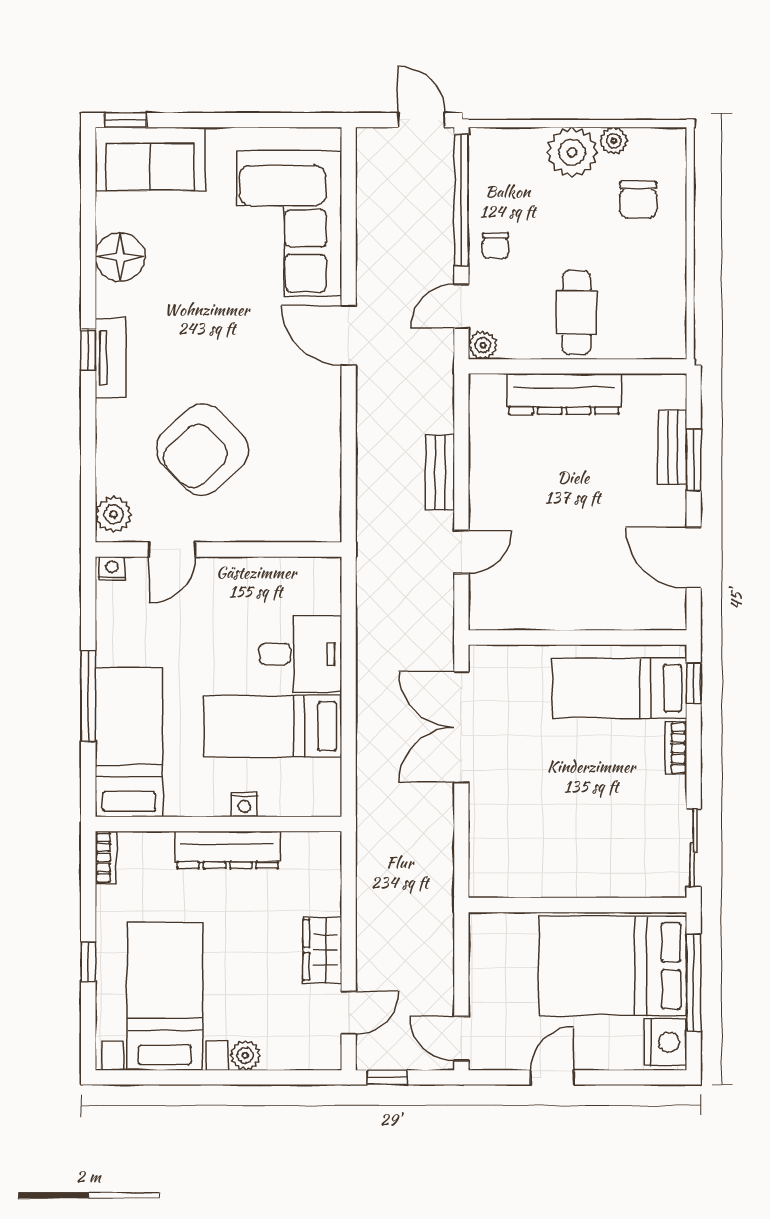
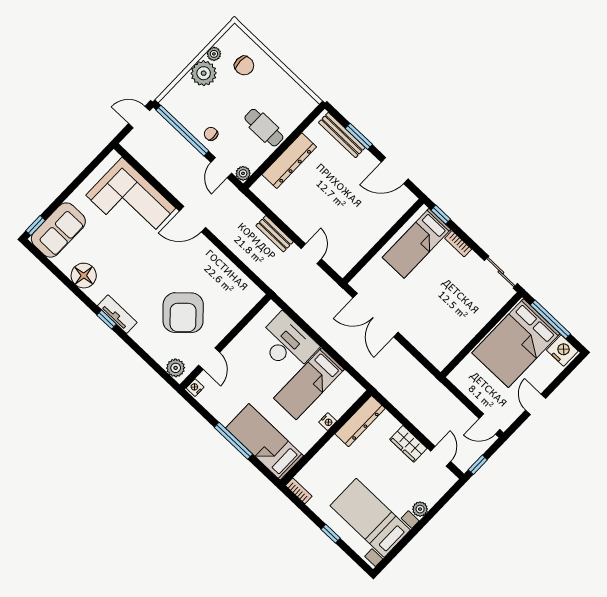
chair: (495, 246) -> (211, 134), turned 180
bench: (672, 447) -> (342, 135), width x1.36
desk: (300, 654) -> (287, 343), width x1.37
dresser: (228, 850) -> (360, 421), moved

